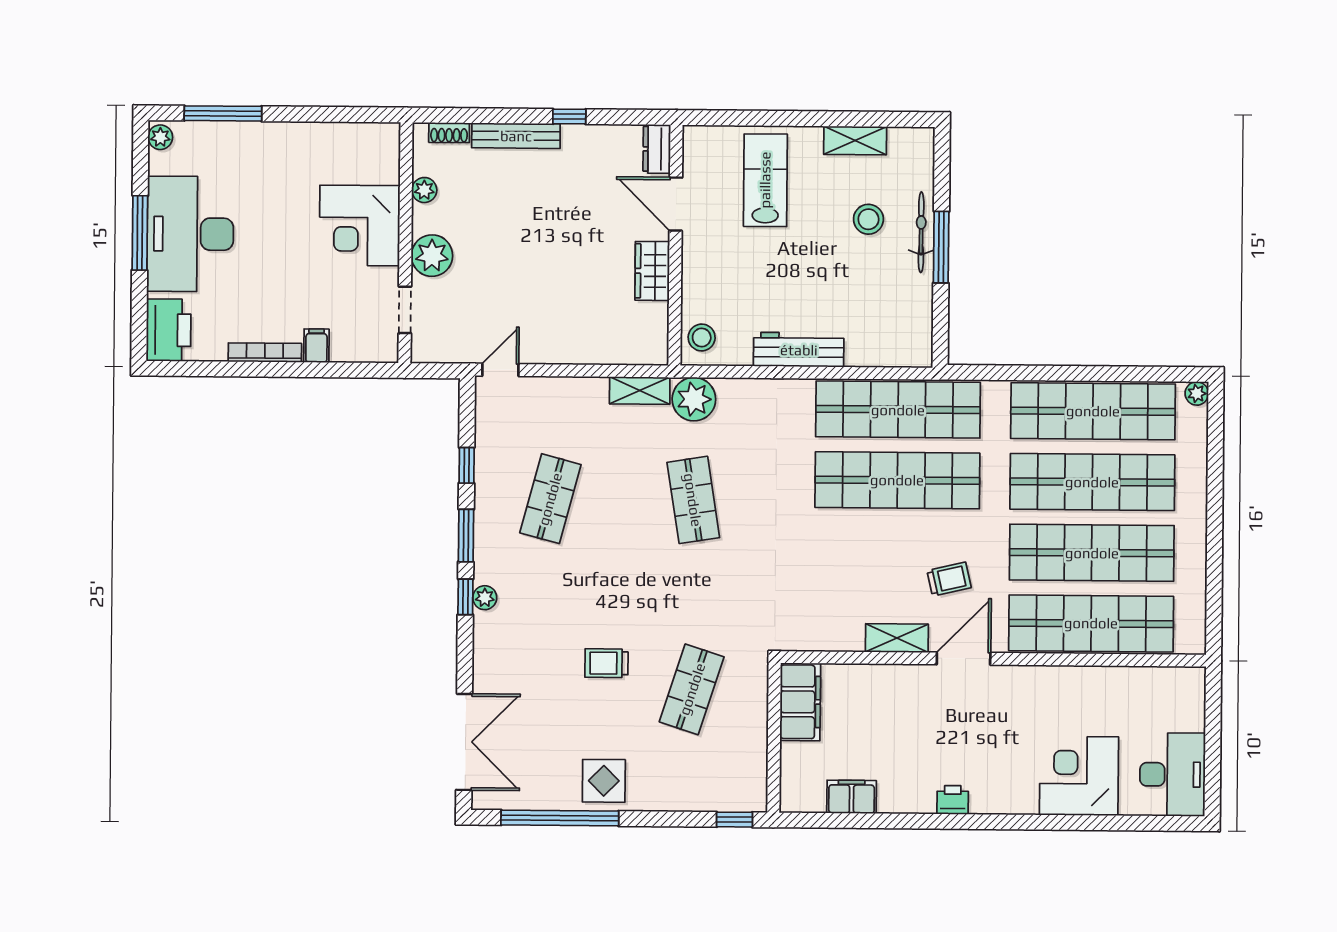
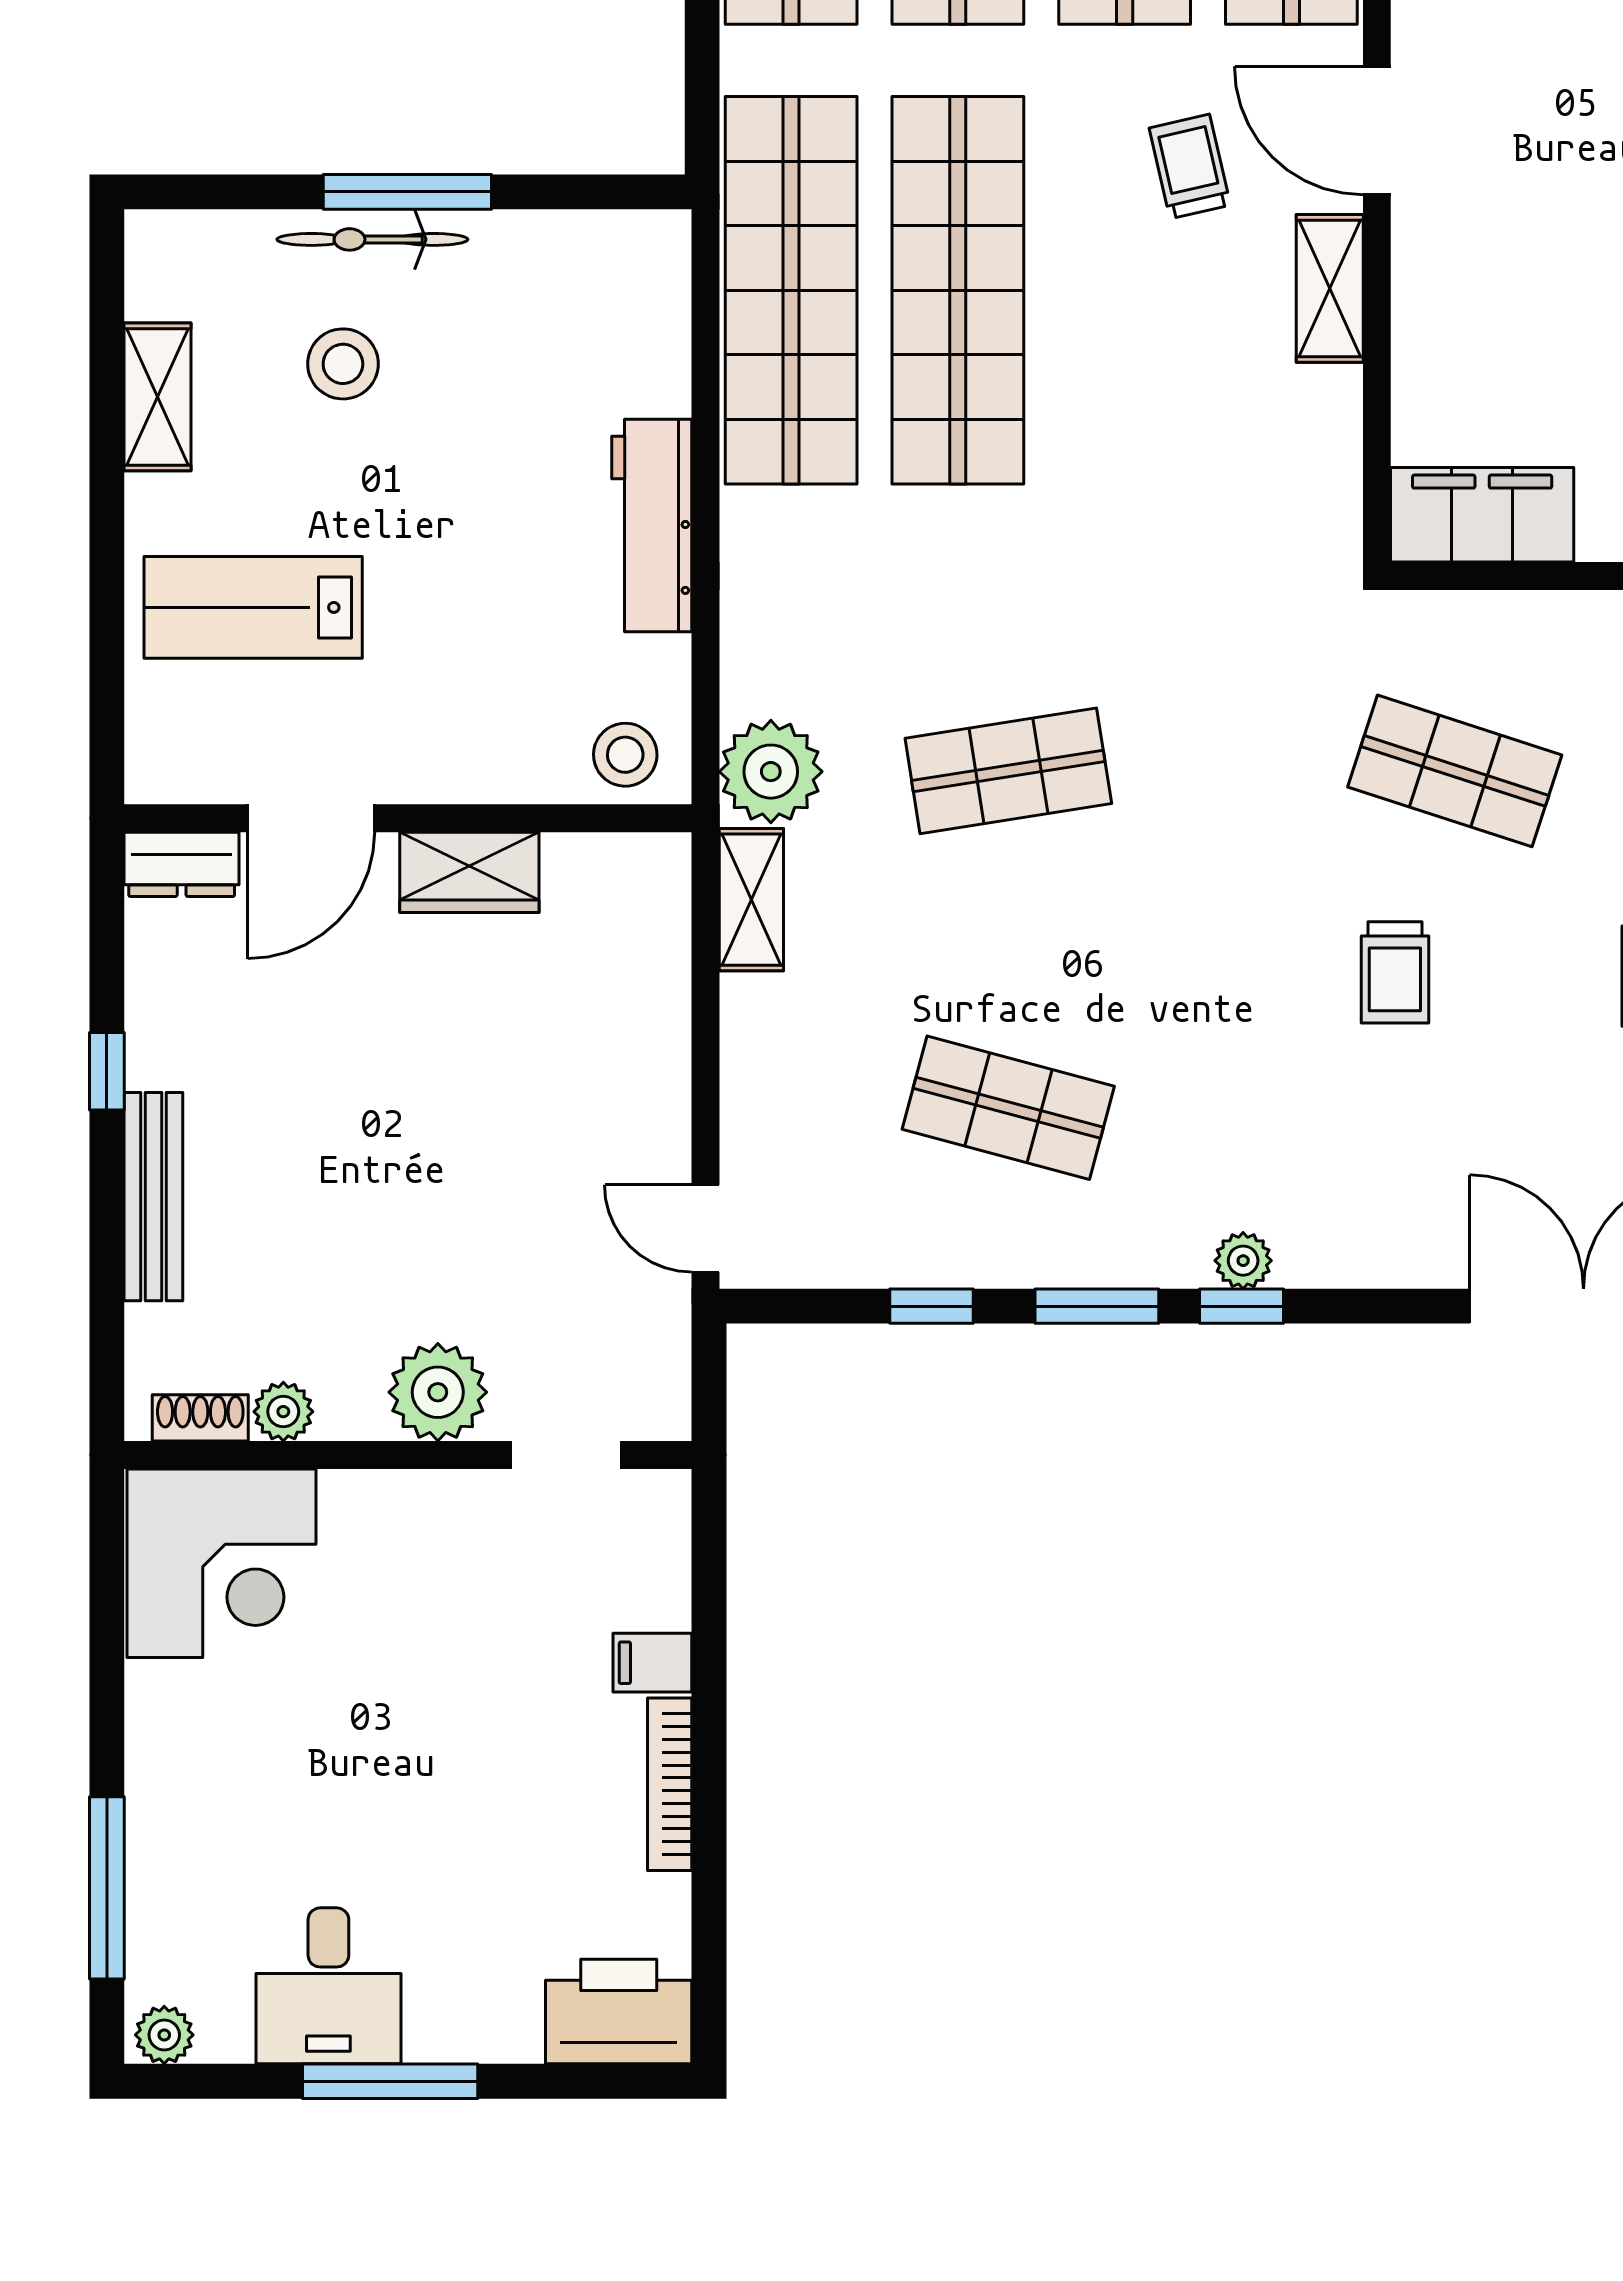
shoe rack: (449, 133) -> (200, 1418), moved, turned -90
corner desk: (360, 225) -> (221, 1563), moved
desk: (190, 234) -> (328, 1986), width x0.53, depth x0.77

